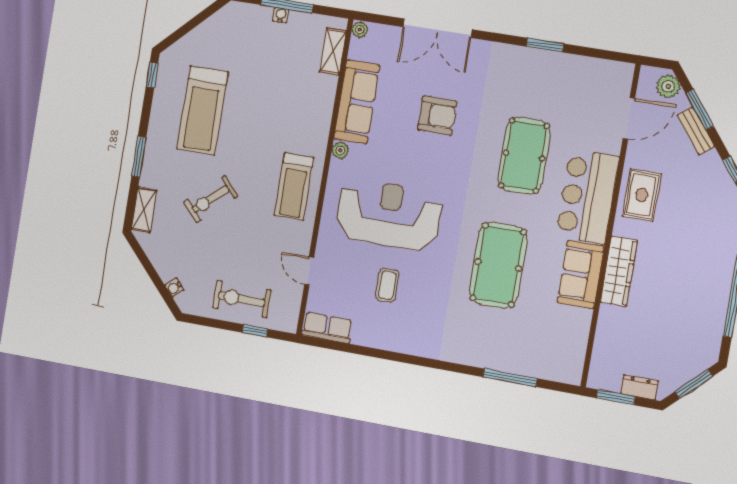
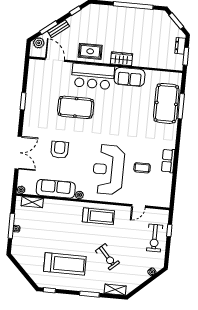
pool table: (498, 265) -> (166, 103), moved, turned 90
wardrobe: (619, 271) -> (121, 59), width x0.67
row of seats: (327, 328) -> (168, 161), moved

